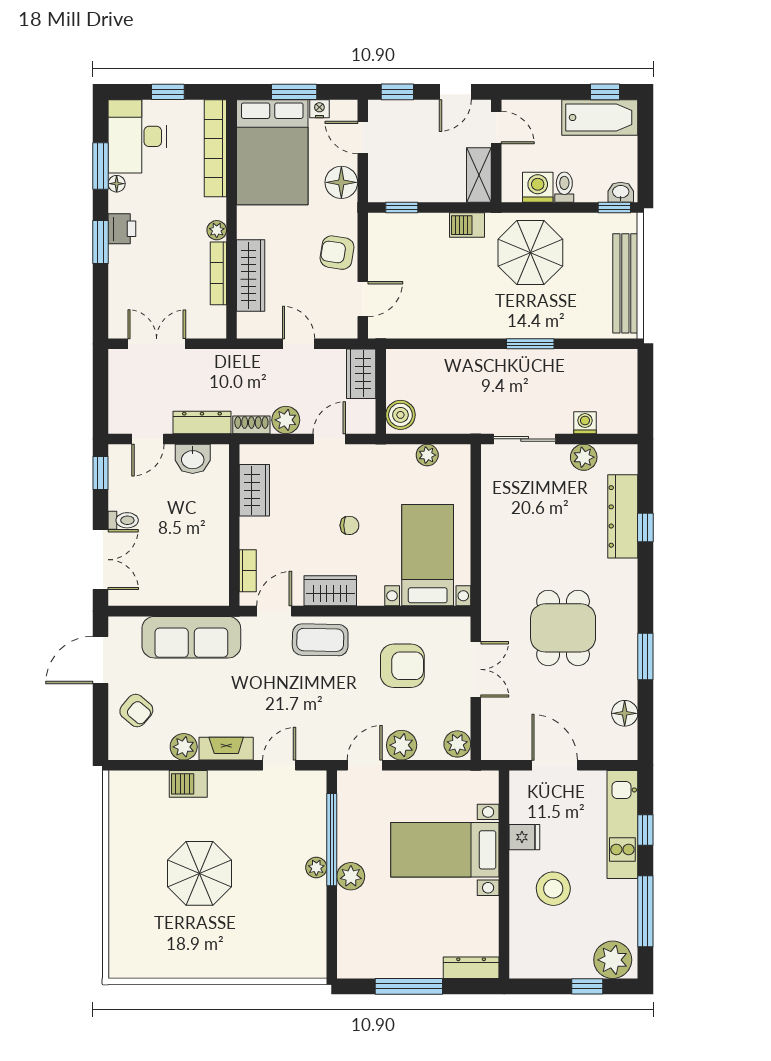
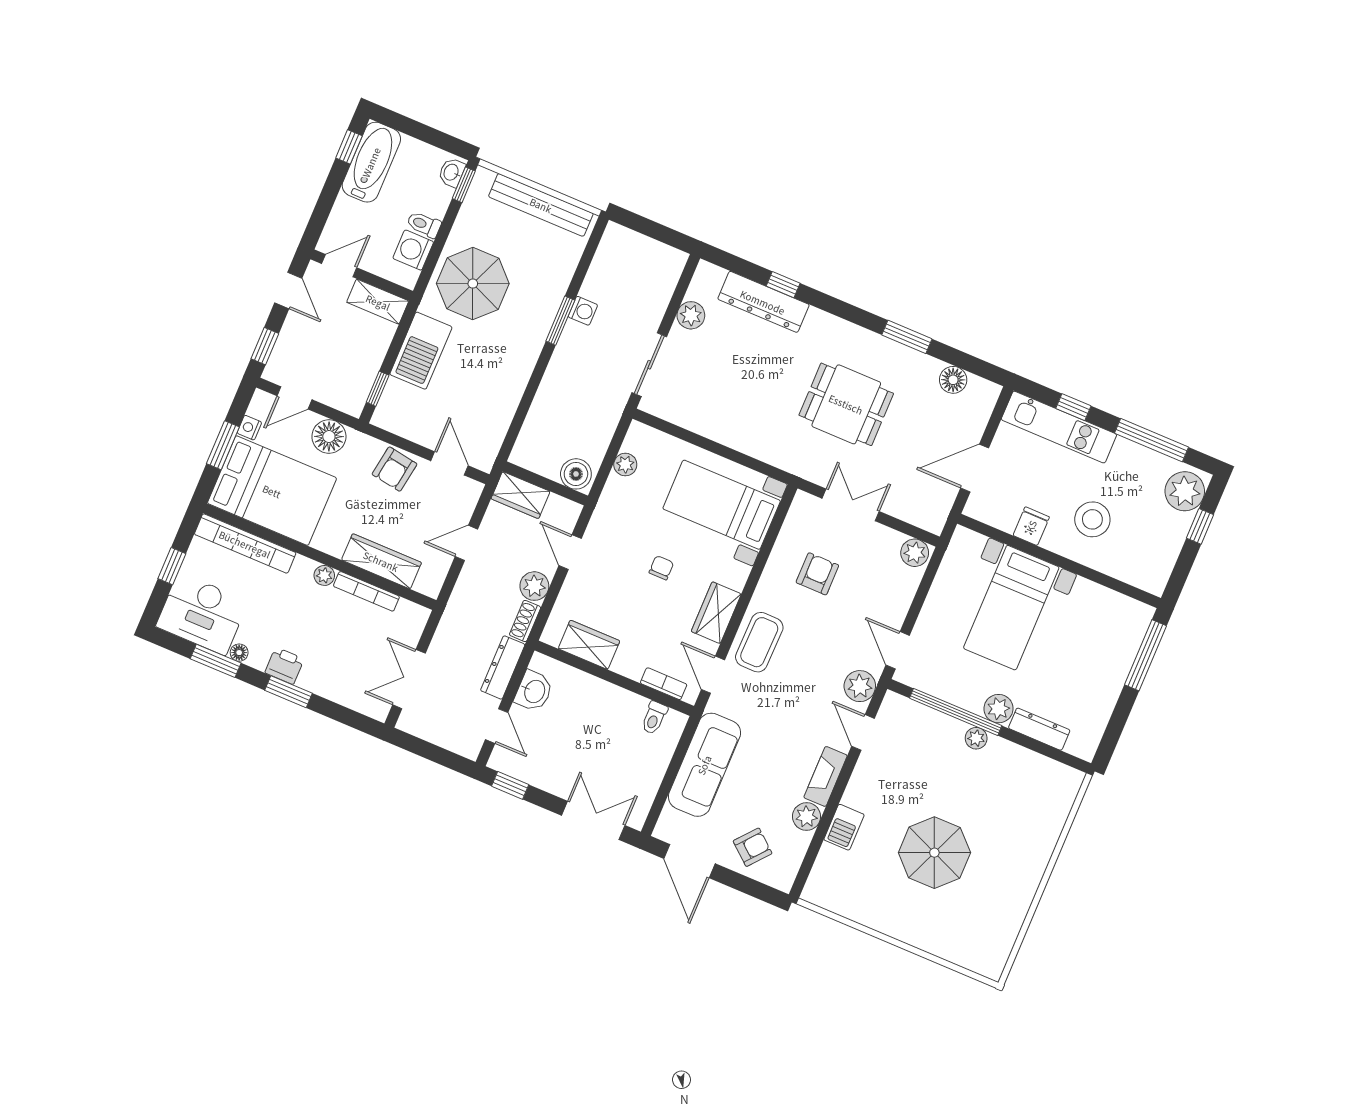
barbecue: (467, 225) -> (421, 351), width x1.88, depth x1.53
washing machine: (585, 423) -> (583, 311), moved, turned 180
toilet: (123, 520) -> (654, 718), moved, turned 180
armchair: (402, 666) -> (817, 574), width x0.72, depth x0.72
plant: (402, 745) -> (860, 686), moved
dresser: (471, 968) -> (1039, 729), moved, turned 90
window: (409, 986) -> (1146, 655), moved

